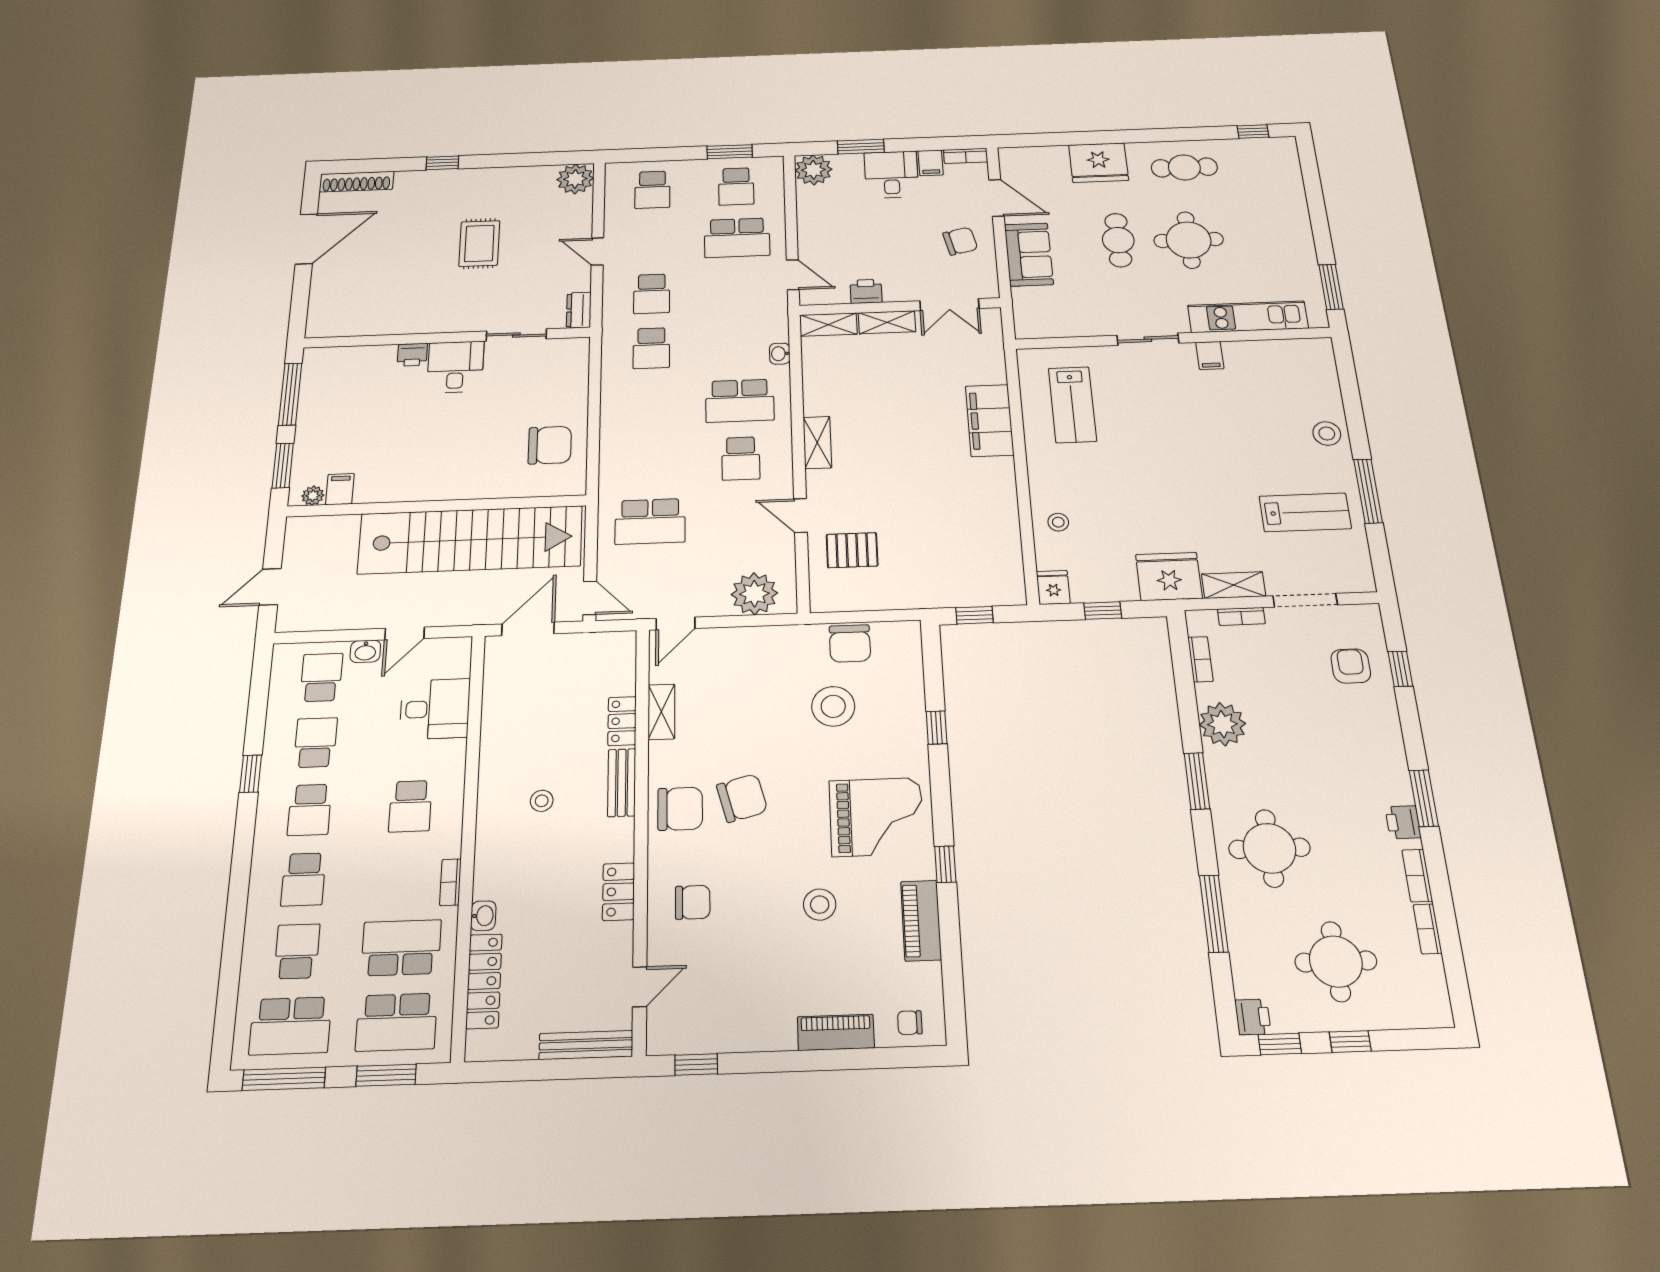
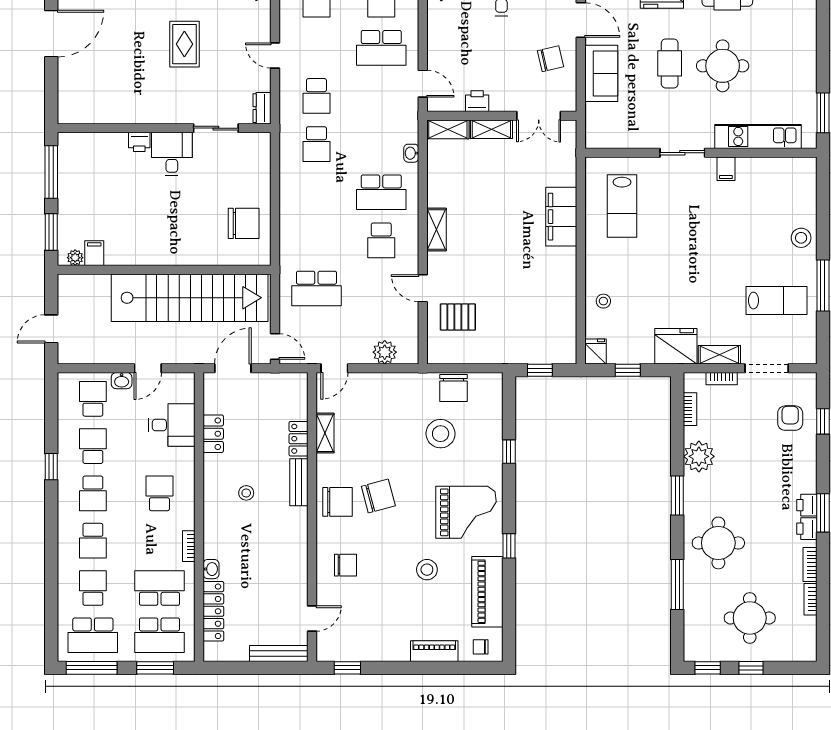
plant: (754, 594) -> (385, 352), width x0.73, depth x0.73
school desk: (410, 806) -> (159, 493), turned 180
locker: (619, 892) -> (213, 434), moved, turned 180
piano: (921, 920) -> (487, 592), width x1.37, depth x1.33
printer: (1253, 1017) -> (807, 505), moved, turned 180

